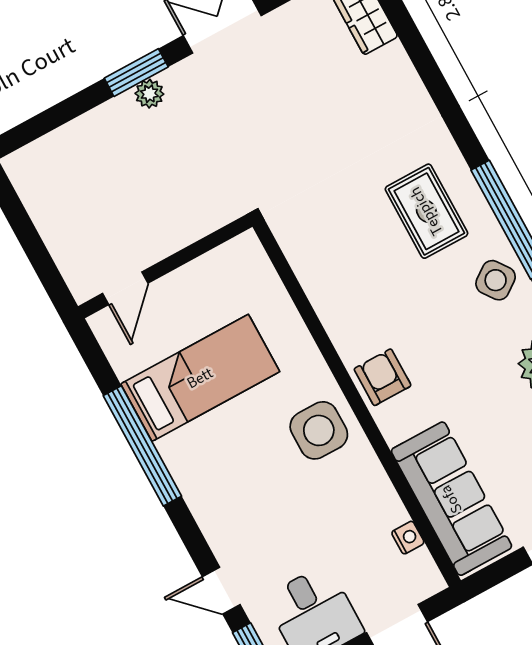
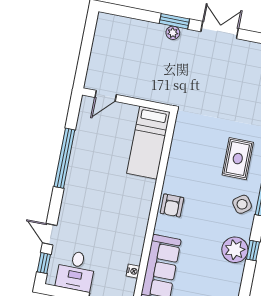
armchair: (383, 377) -> (172, 205), turned 180
bed: (200, 378) -> (148, 143), moved, turned 90
side table: (319, 430) -> (133, 206), removed

